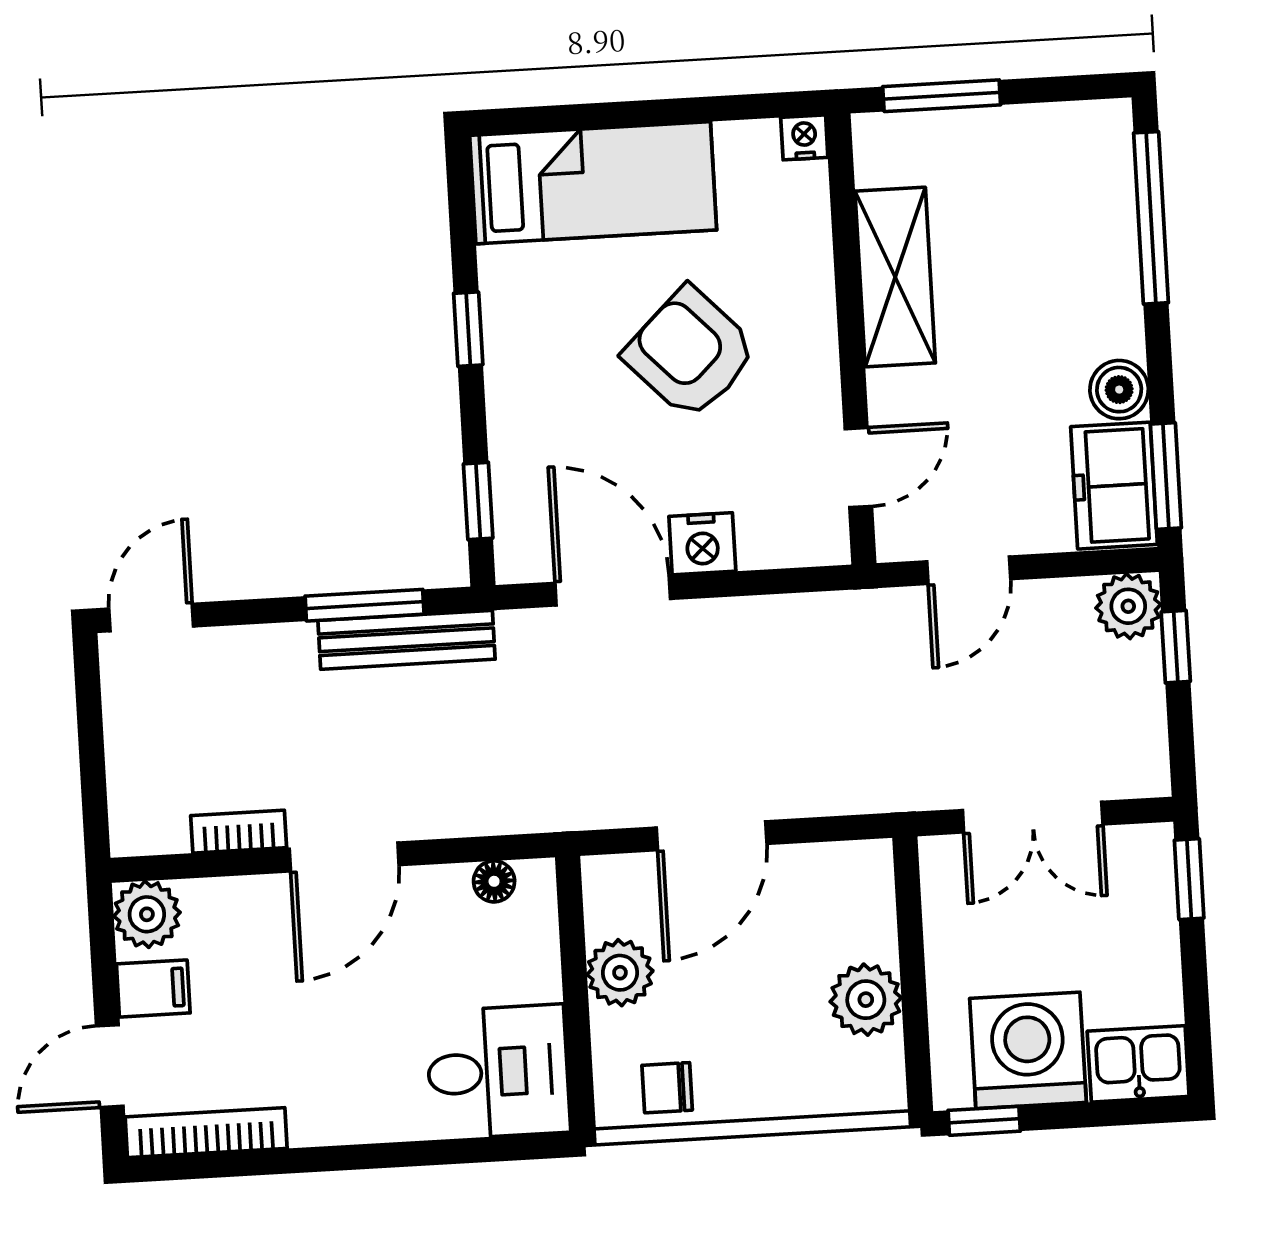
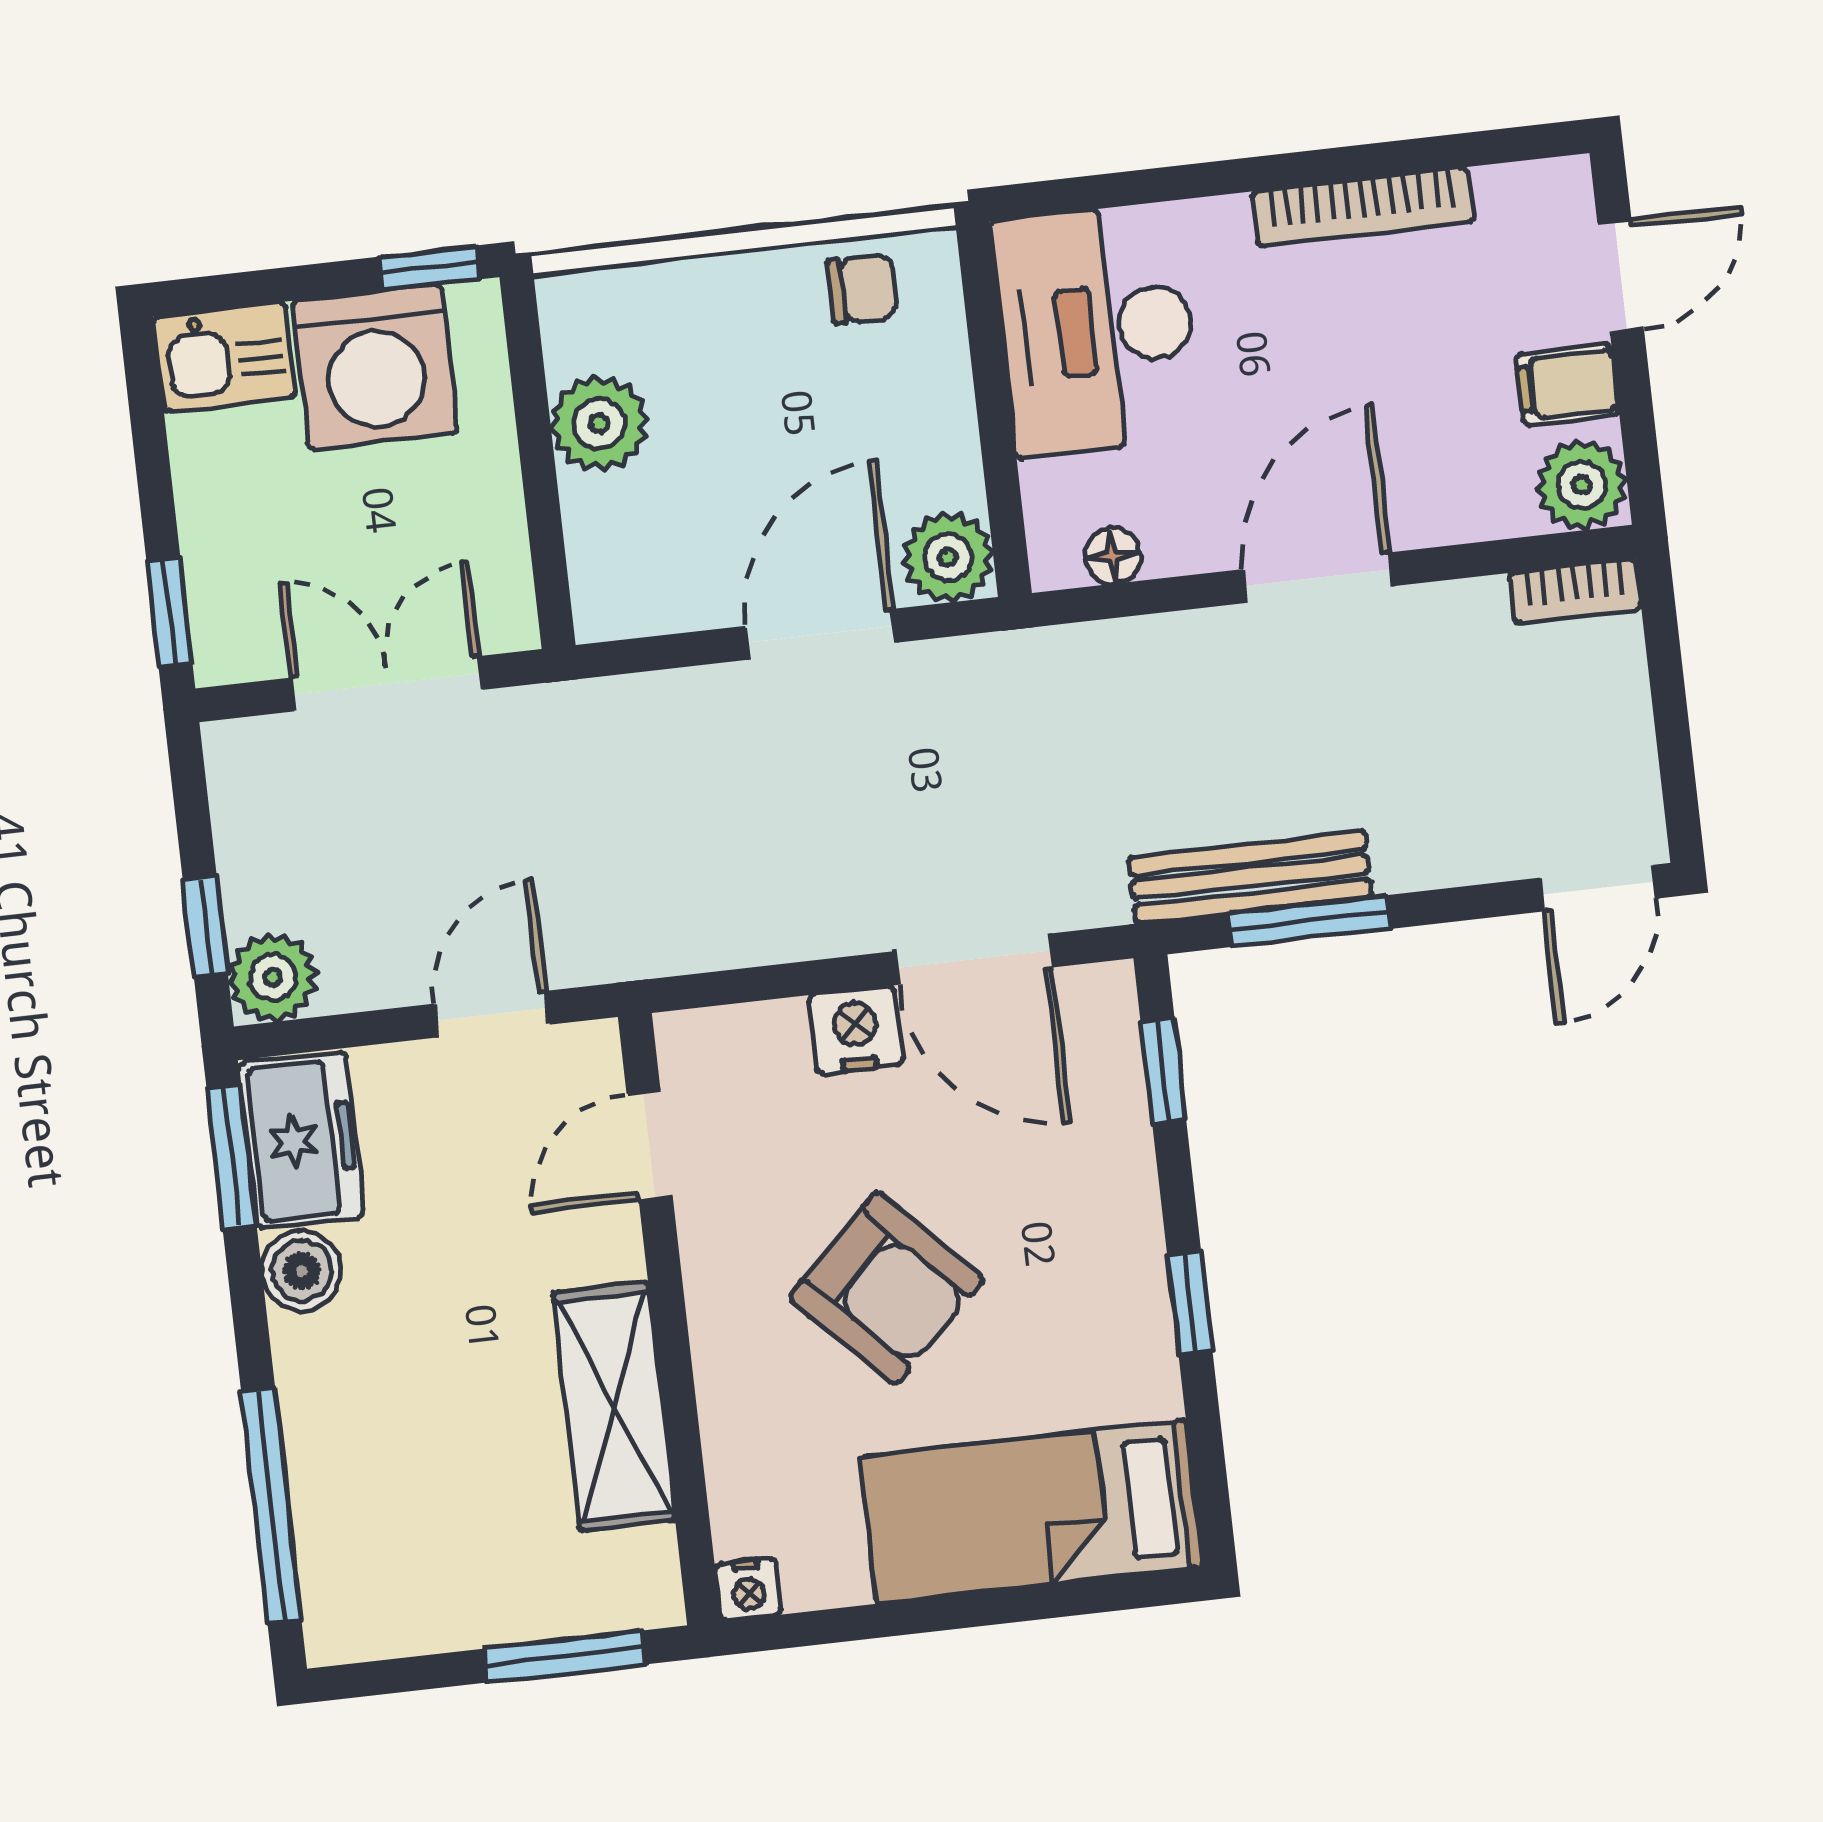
bookcase: (239, 832) -> (1575, 591), moved
plant: (620, 973) -> (948, 557), moved
desk: (498, 1072) -> (1097, 330), width x1.37
bookcase: (206, 1133) -> (1363, 207), moved

